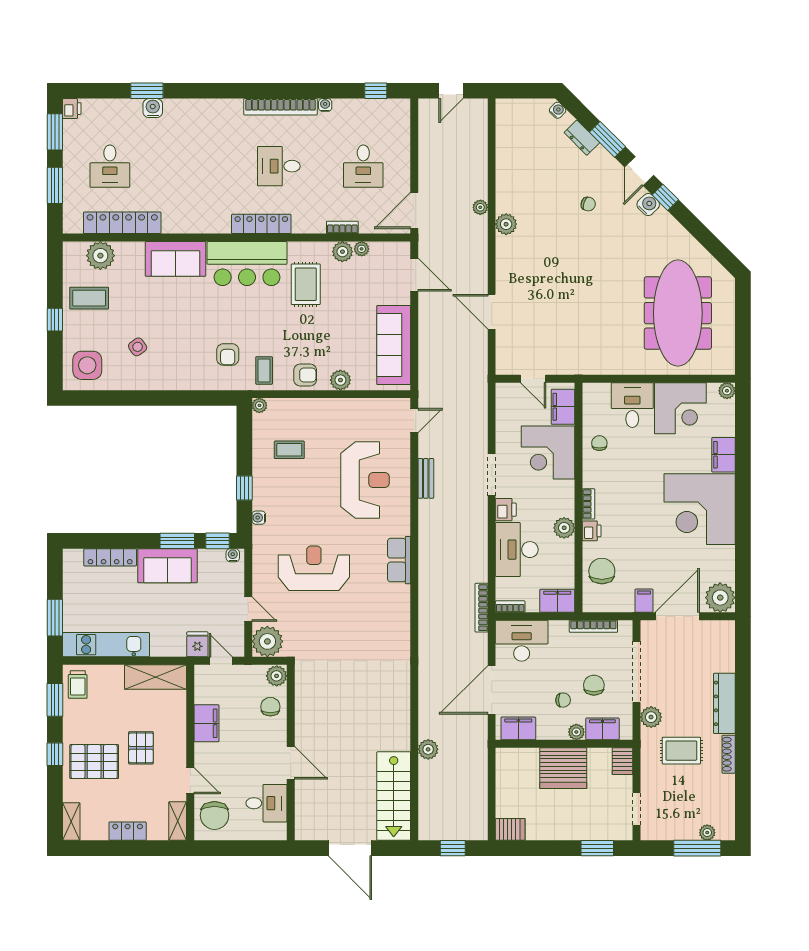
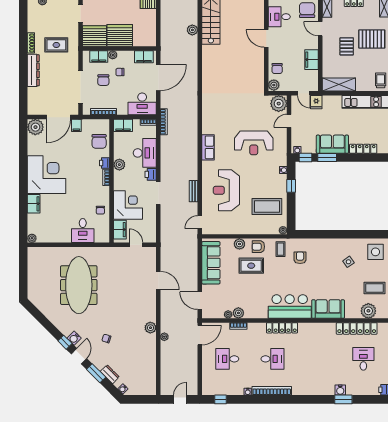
desk: (363, 166) -> (227, 359), turned -90
rug: (306, 284) -> (251, 266), moved, turned 90
meeting table: (678, 313) -> (79, 285), moved
corner desk: (680, 408) -> (57, 229), removed
coffee table: (289, 450) -> (267, 207), width x1.86, depth x1.72
door: (248, 609) -> (289, 121), hinge flipped
plant: (651, 717) -> (73, 63), removed
plant: (428, 749) -> (192, 30), moved
server rack: (622, 761) -> (94, 36), width x2.18, depth x1.44

